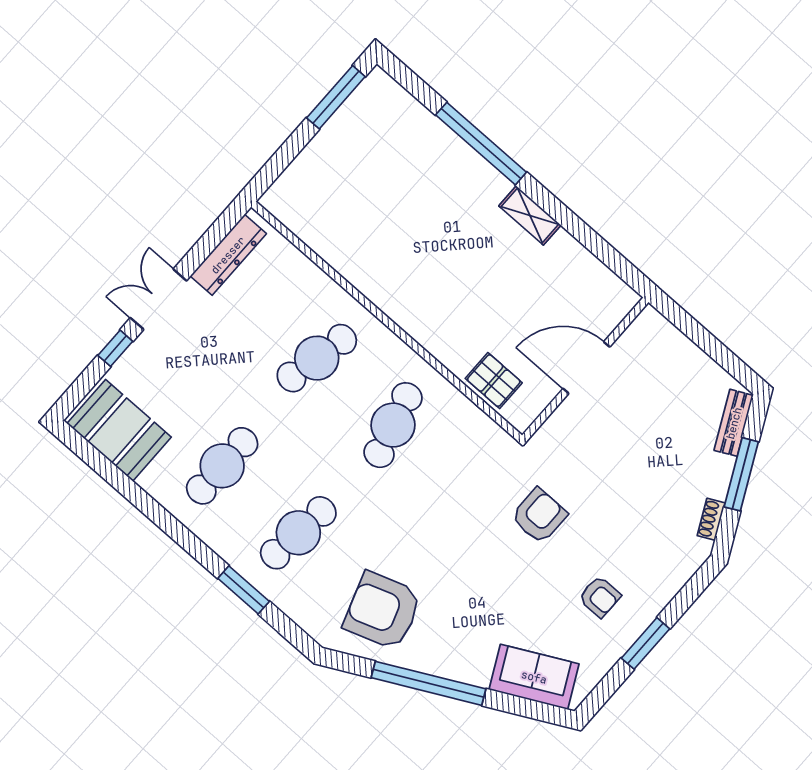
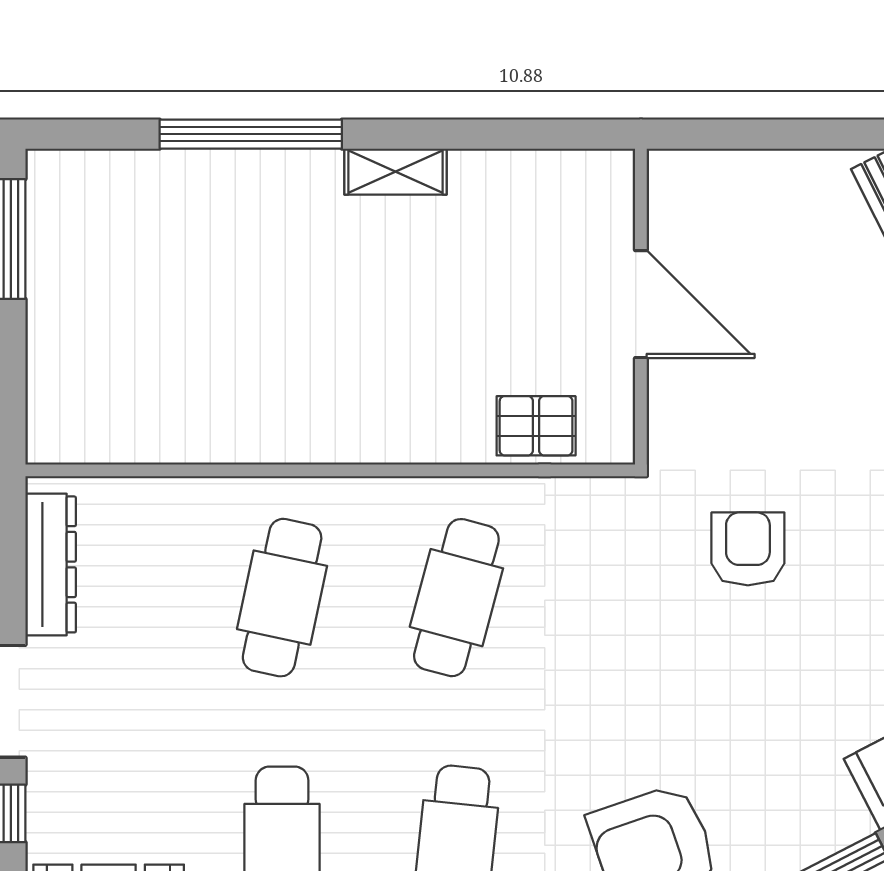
door: (586, 368) -> (641, 304), swing flipped
cafe table: (393, 425) -> (456, 598), turned 30

